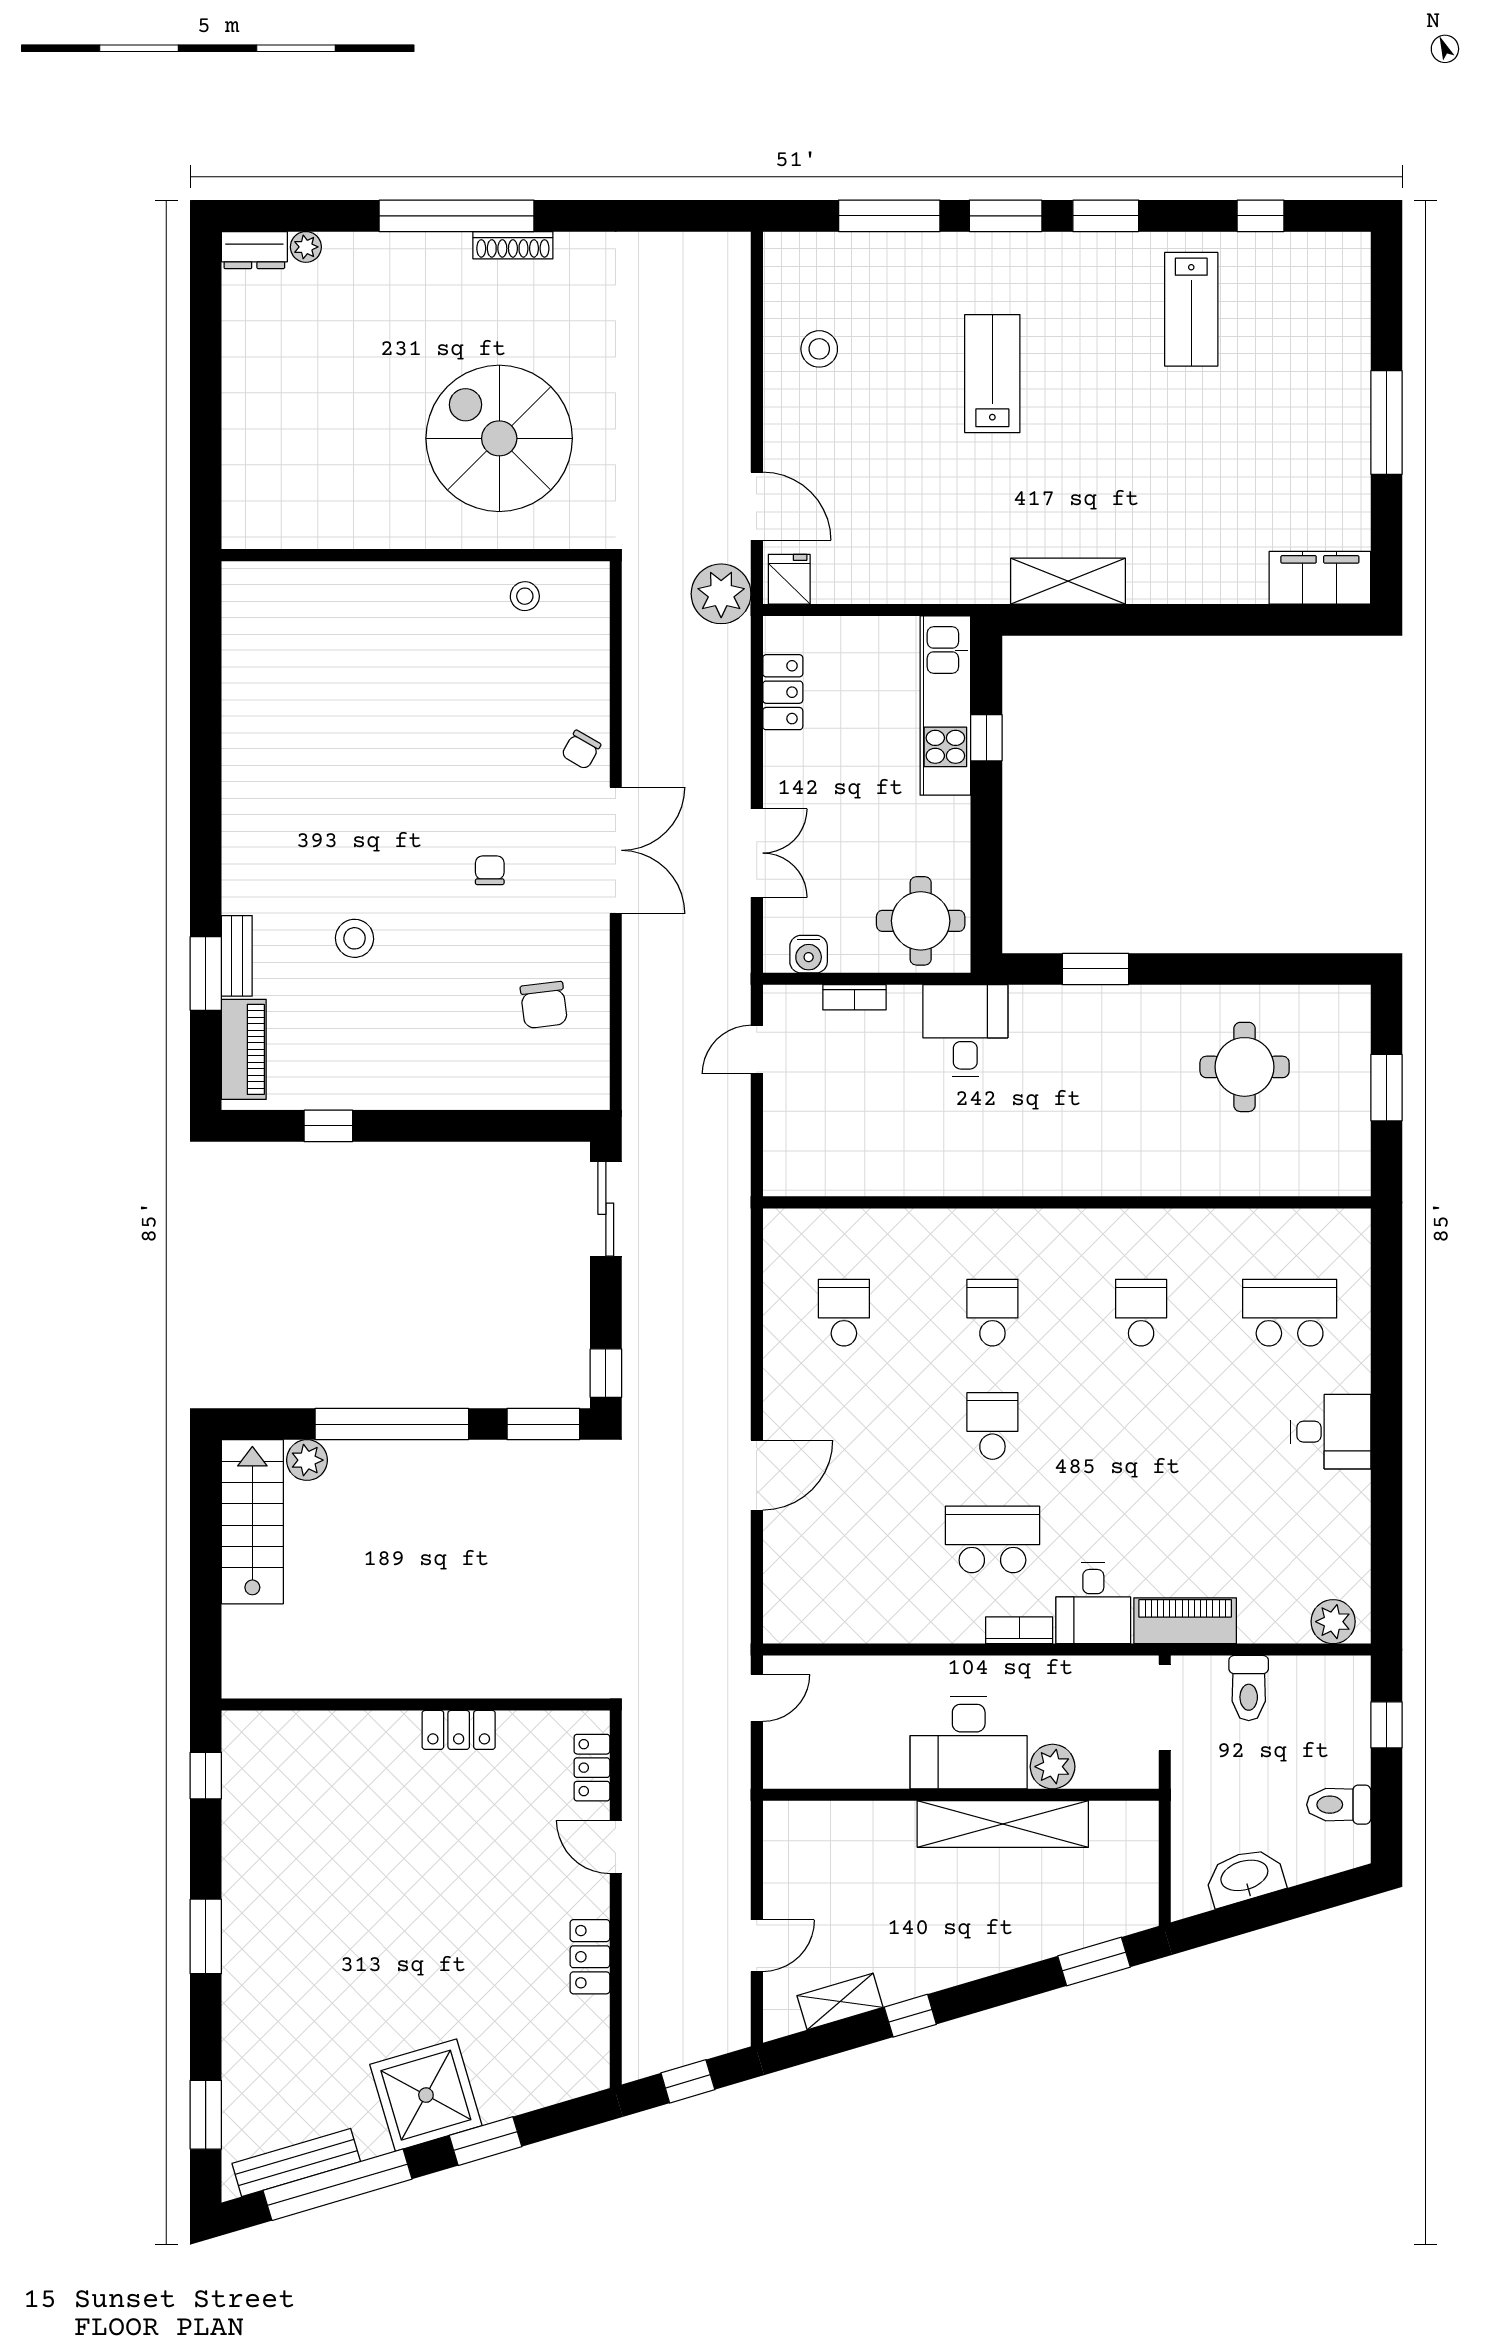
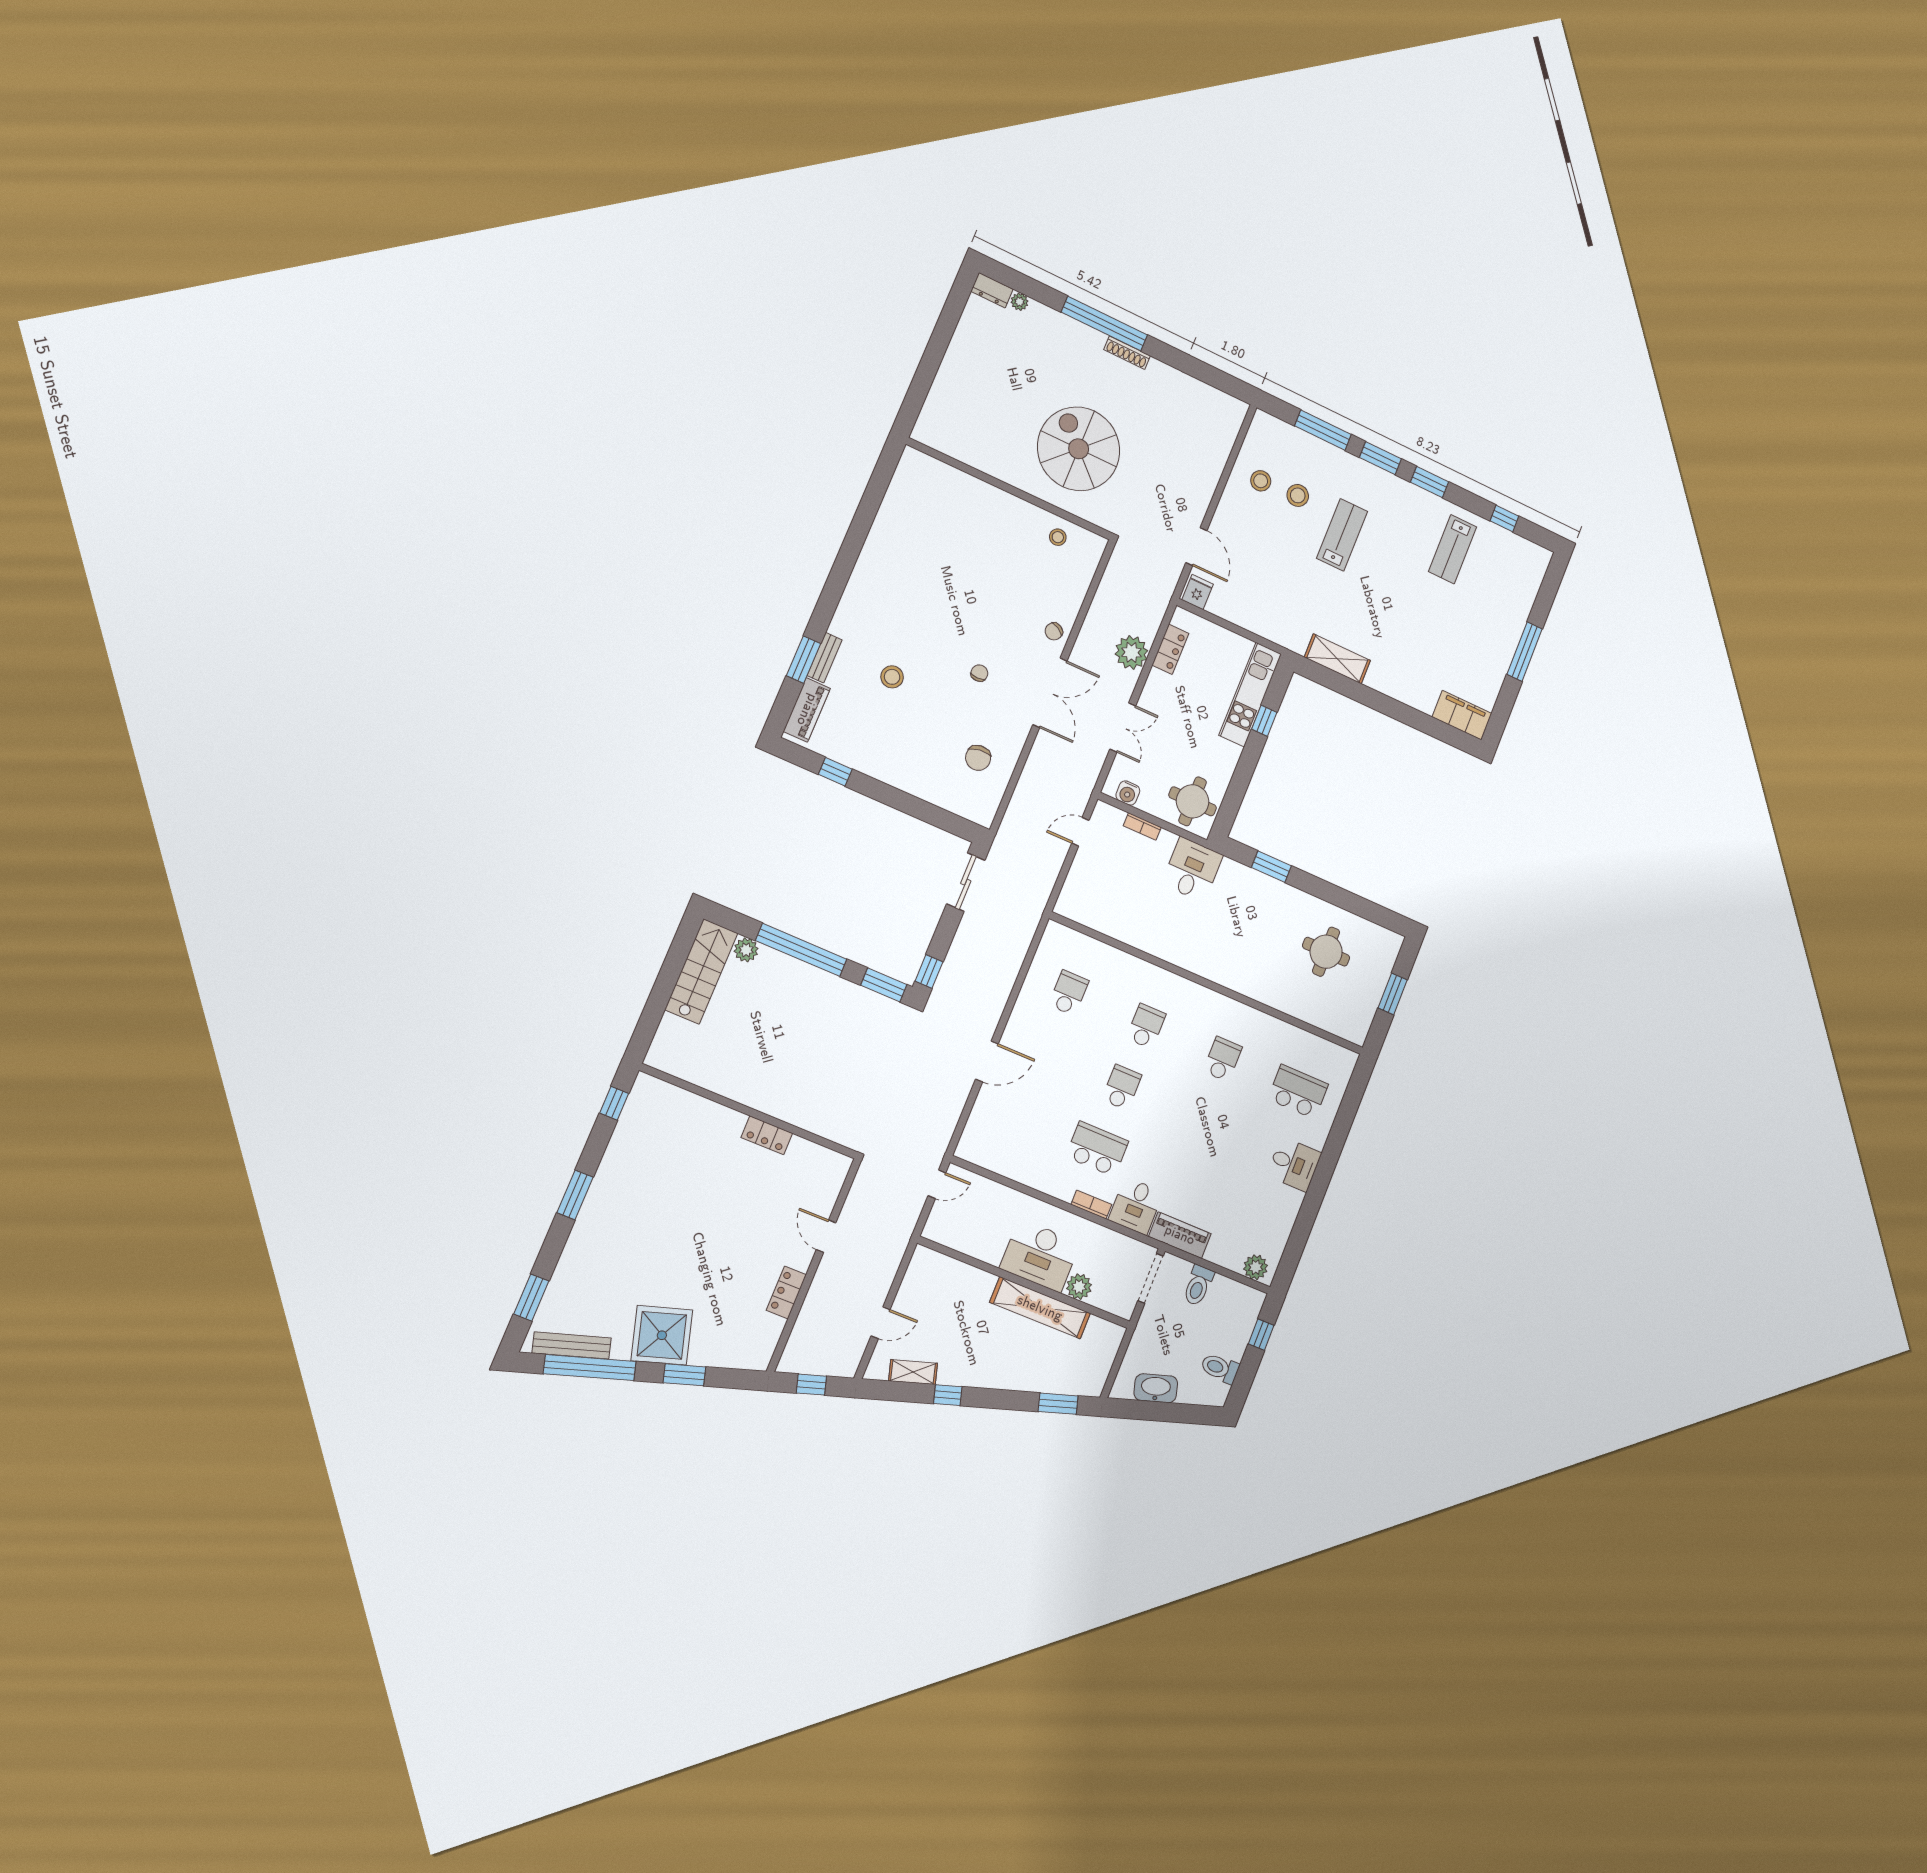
stool: (891, 344) -> (1298, 495), added
plant: (721, 594) -> (1131, 652), moved
locker: (592, 1768) -> (831, 1186), removed

